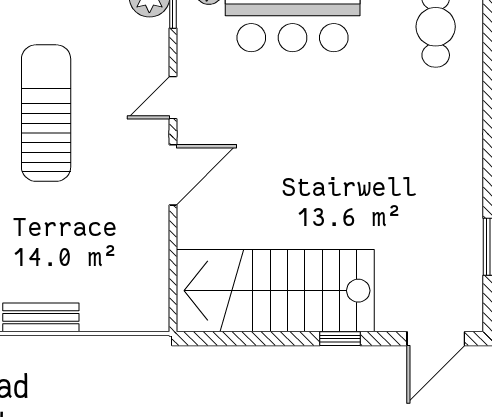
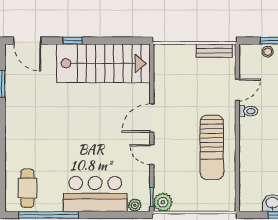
door: (173, 98) -> (152, 155), swing flipped
door: (436, 339) -> (27, 41), swing flipped

